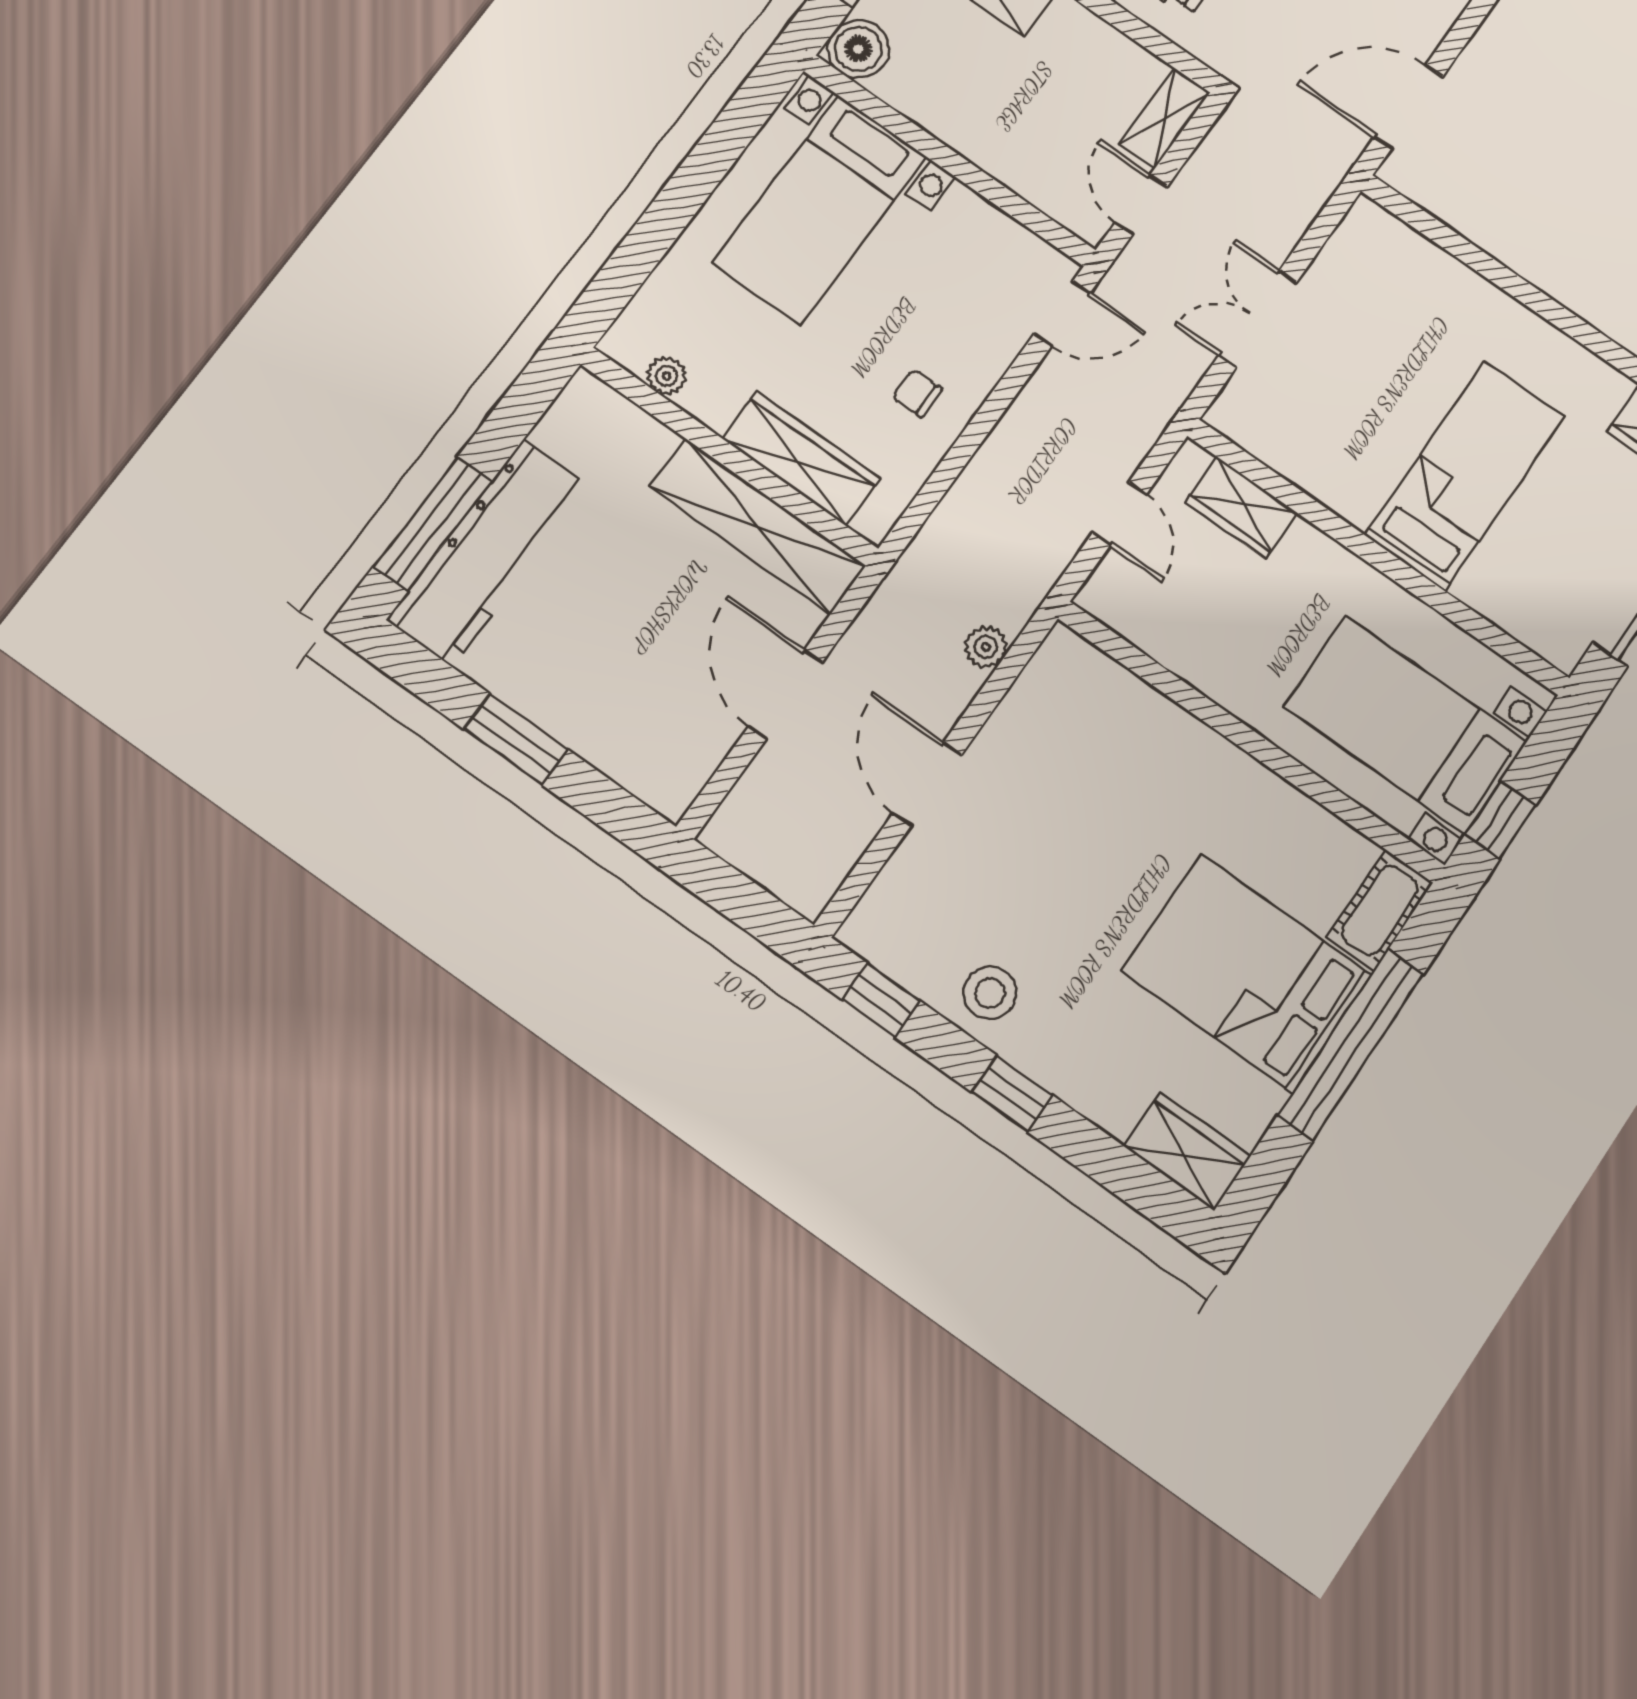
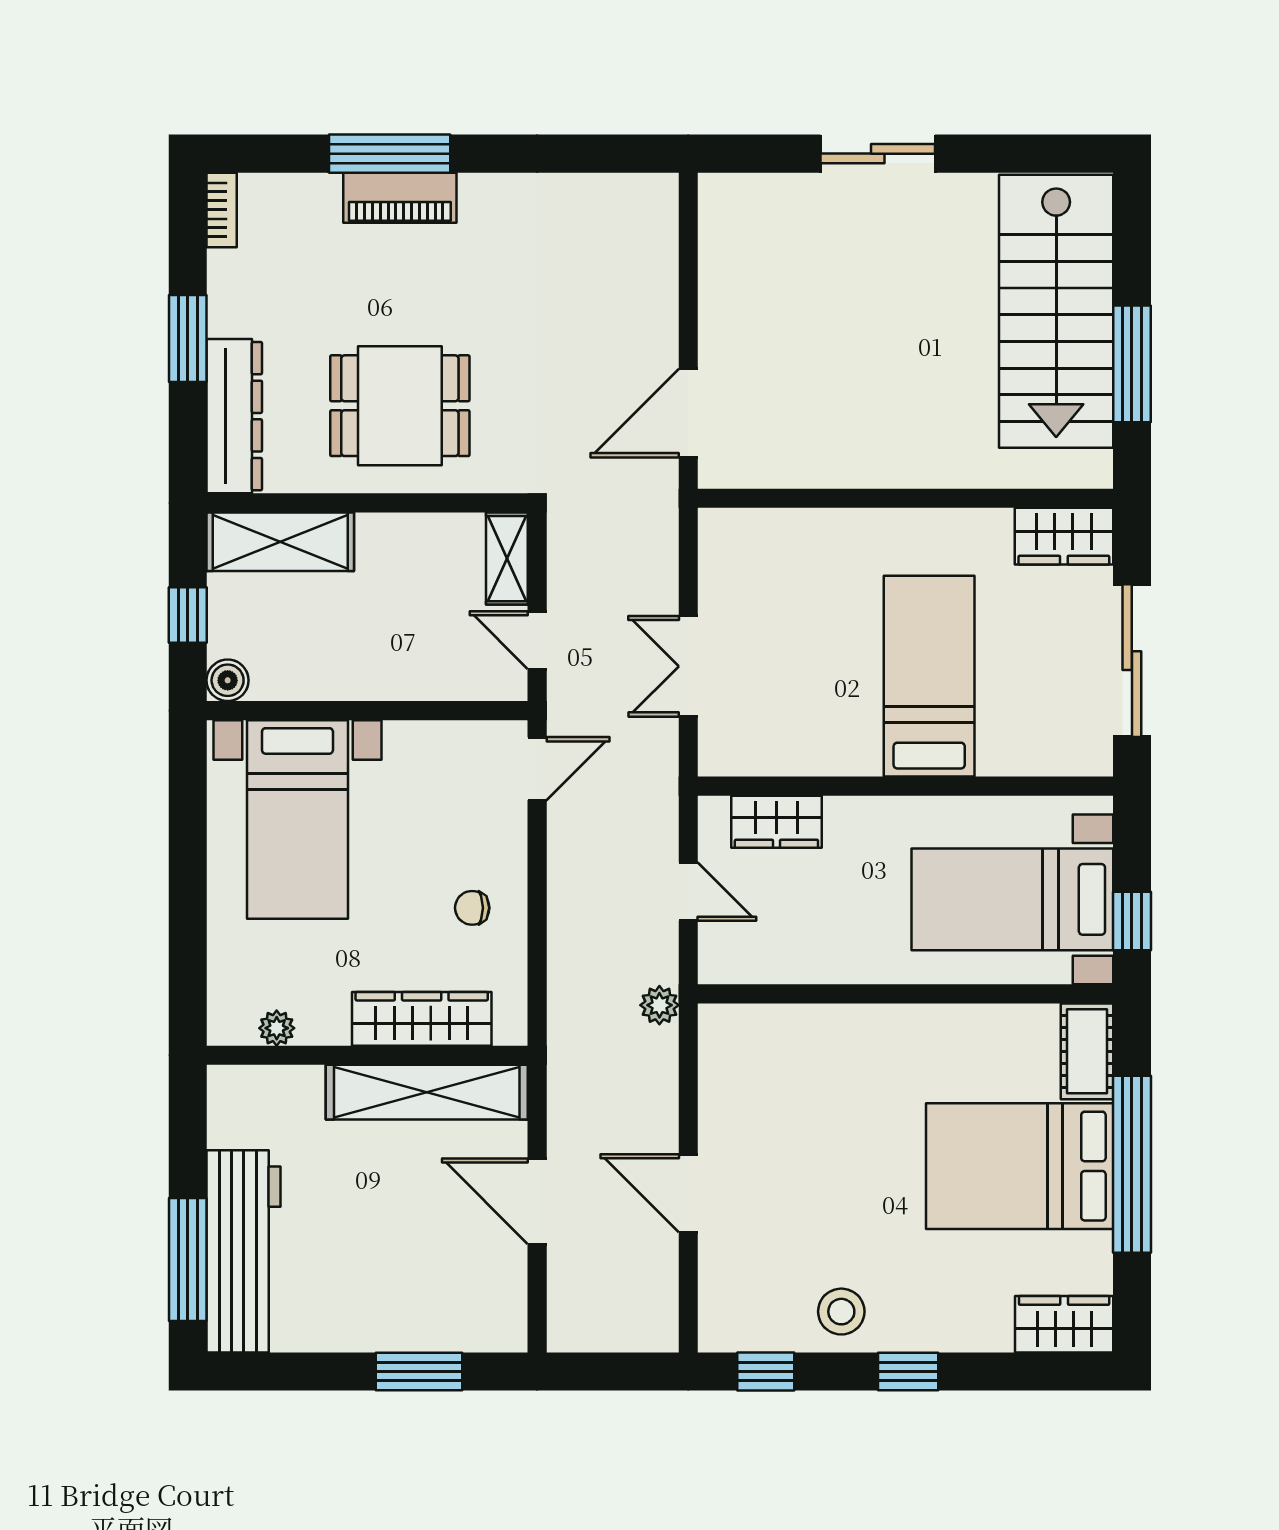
boiler: (858, 49) -> (228, 680), width x0.73, depth x0.73
plant: (986, 647) -> (659, 1005), moved
window: (516, 739) -> (419, 1372), moved

